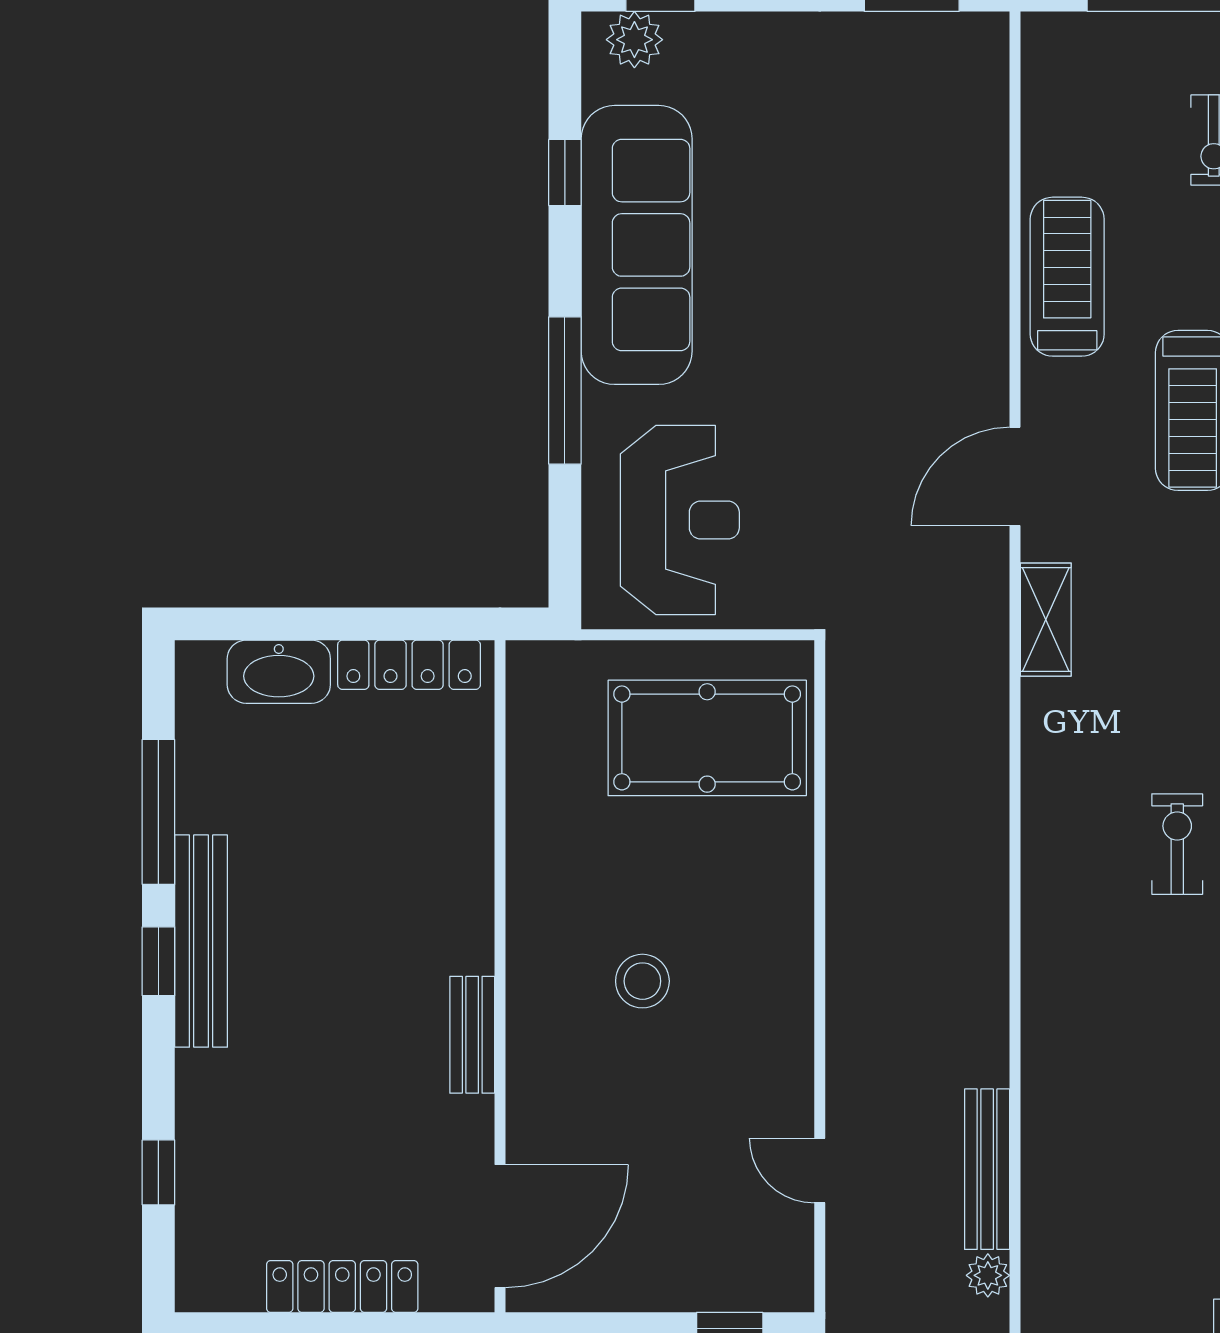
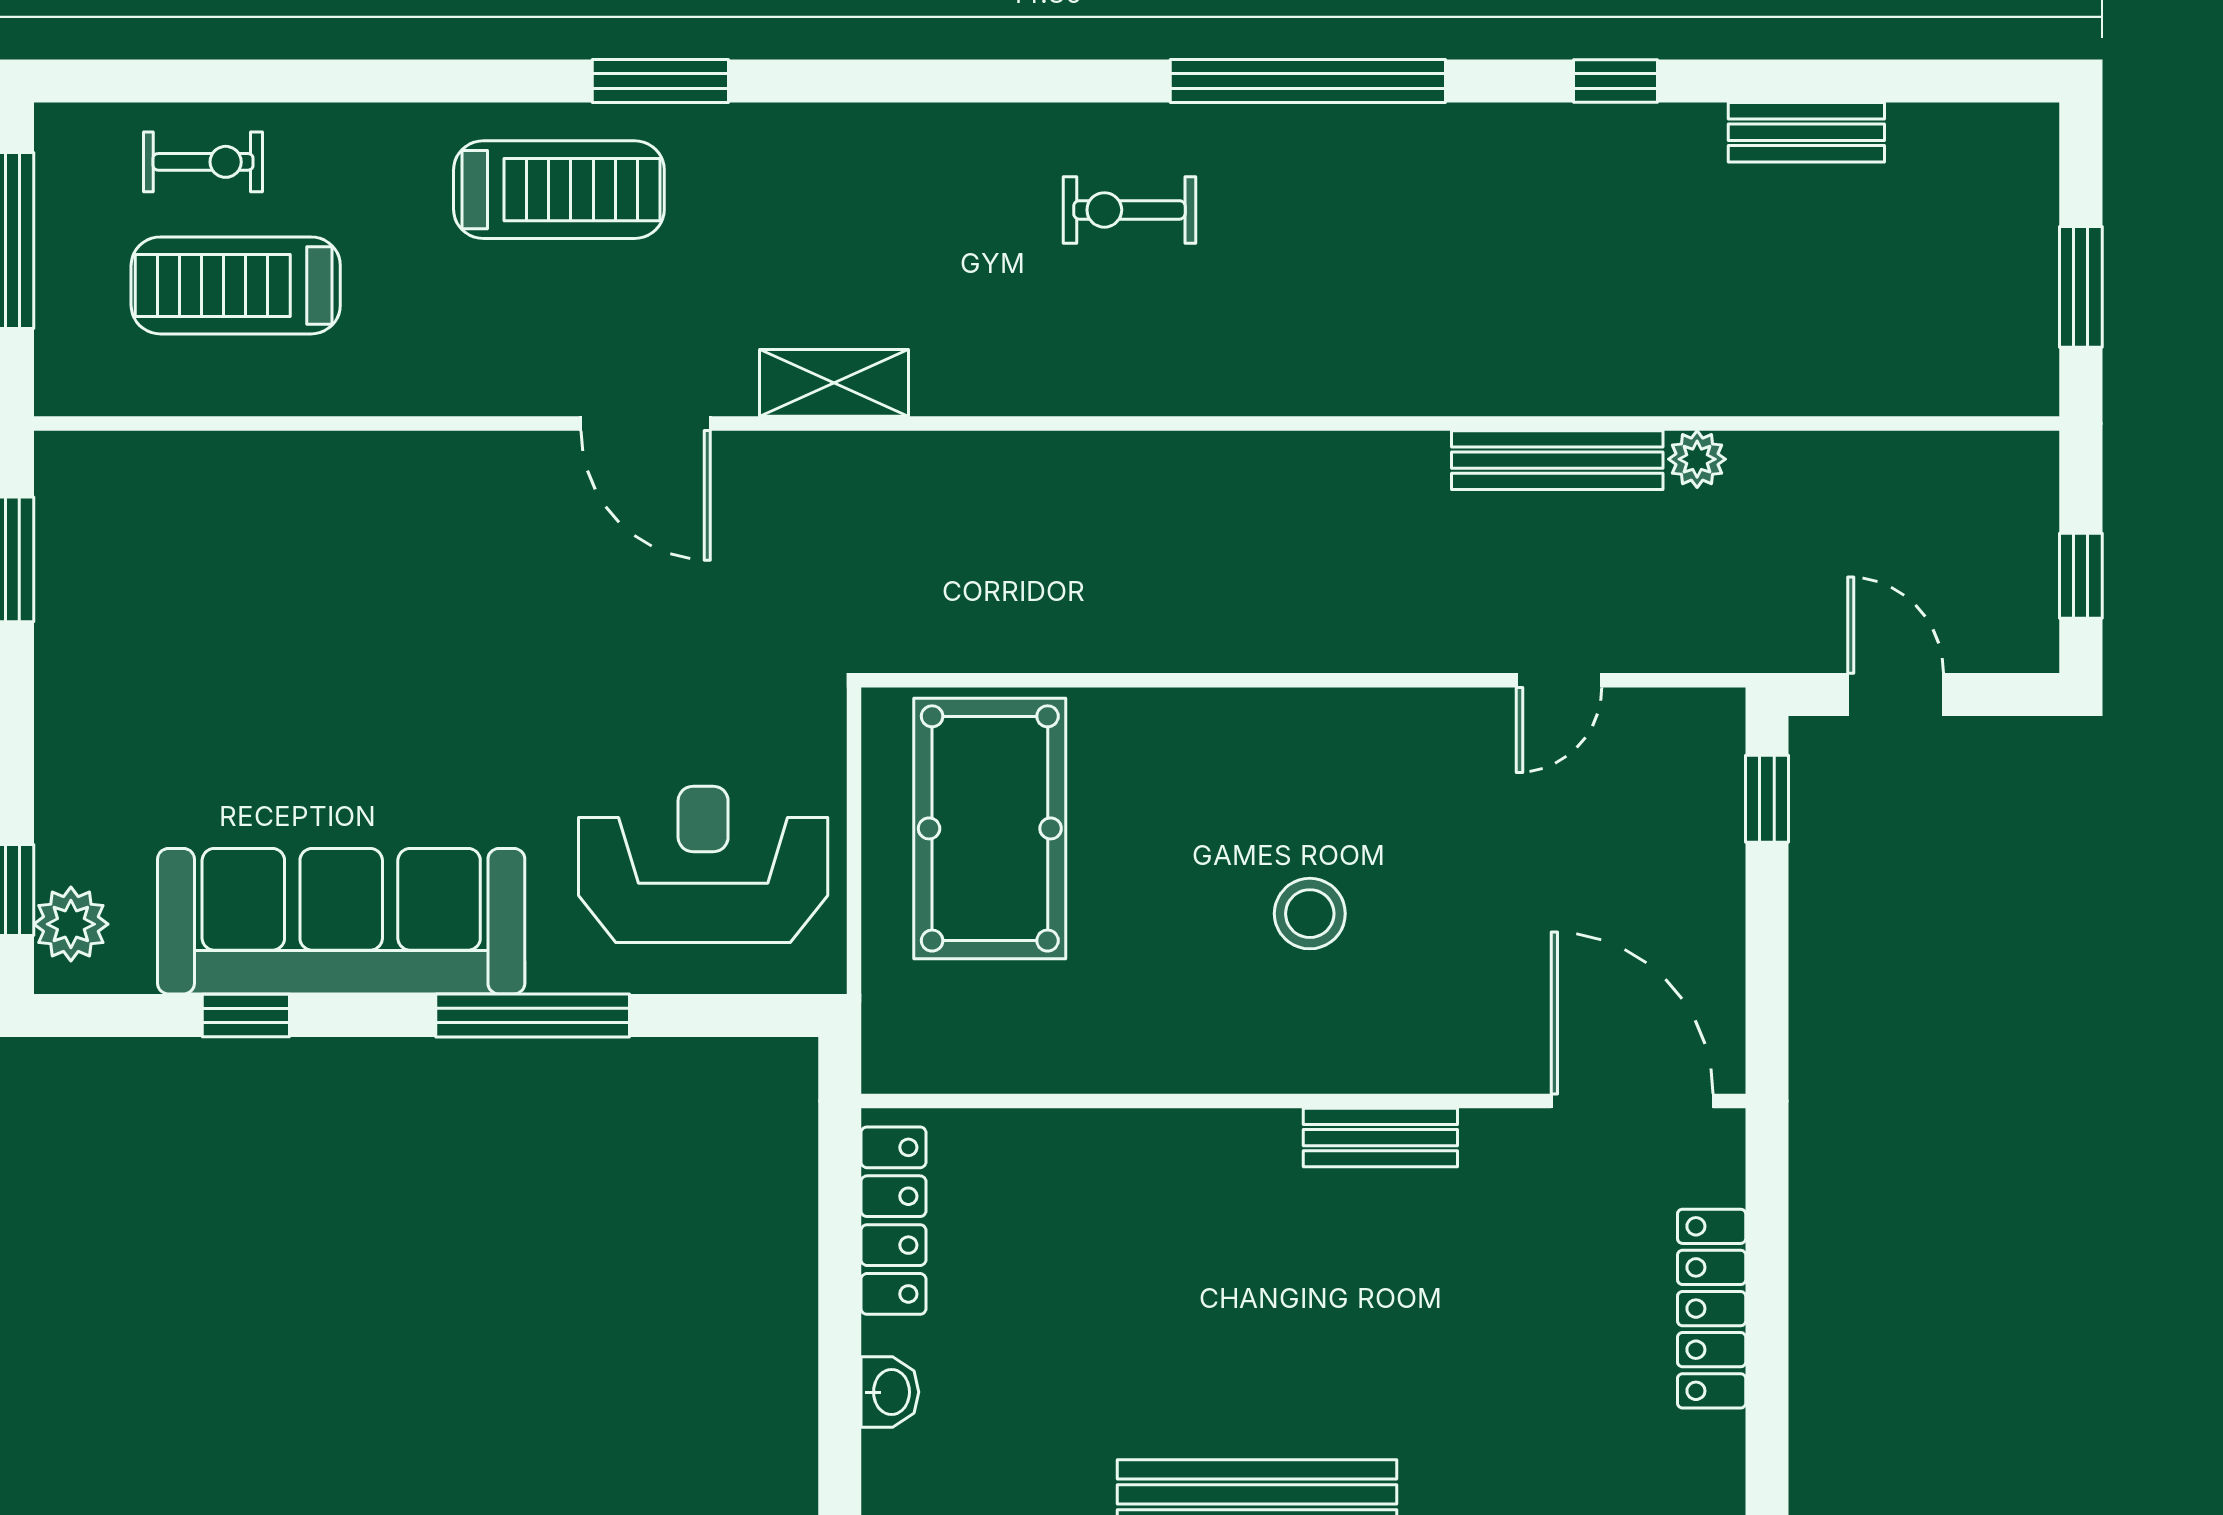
treadmill: (1067, 277) -> (236, 285), moved
washbasin: (279, 672) -> (890, 1392), width x0.52, depth x0.69

